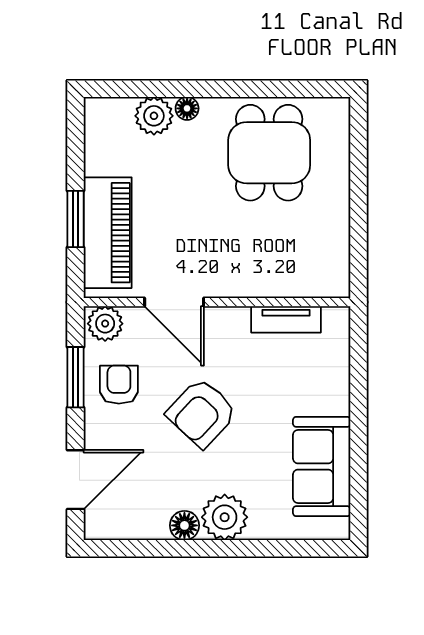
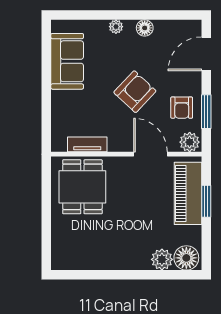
floor lamp: (187, 108) -> (186, 258), moved, width x1.89, depth x1.89
dining table: (269, 153) -> (82, 187), moved
plant: (225, 517) -> (116, 27), width x0.53, depth x0.53

